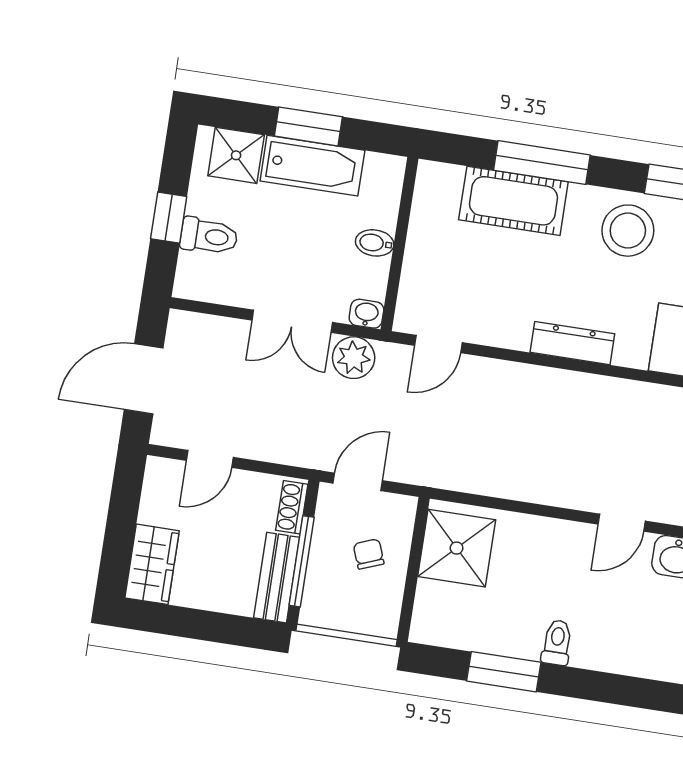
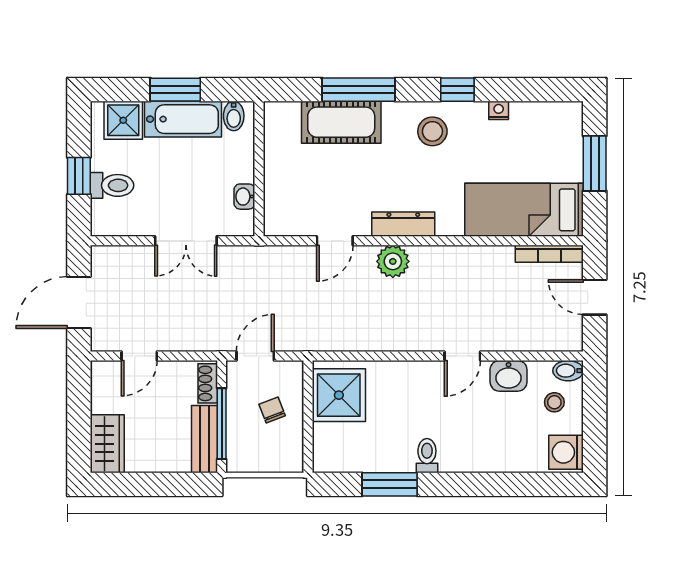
stool: (628, 231) -> (432, 131), width x0.73, depth x0.73
bidet: (375, 243) -> (234, 116), moved, turned -90
washbasin: (366, 314) -> (244, 197), moved, turned -90
door: (438, 344) -> (335, 241), moved
plant: (354, 358) -> (393, 261), moved

